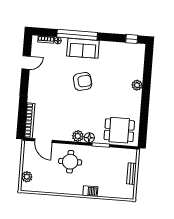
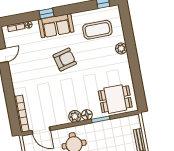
window: (77, 35) -> (47, 14), width x0.32
coffee table: (120, 62) -> (97, 30), added

